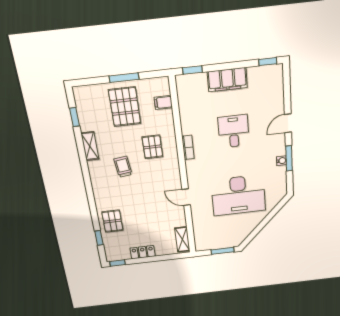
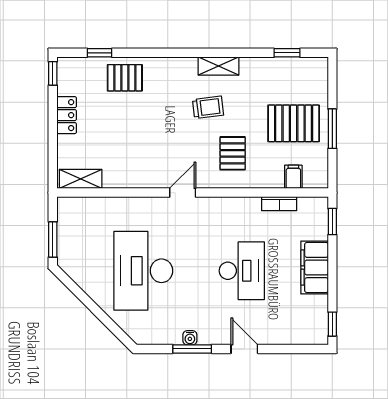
desk: (234, 131) -> (242, 271), width x1.37
shelving: (90, 146) -> (219, 66), moved
pallet: (152, 147) -> (233, 153), turned 90
bookcase: (188, 147) -> (279, 204), moved
door: (186, 197) -> (183, 193), moved

